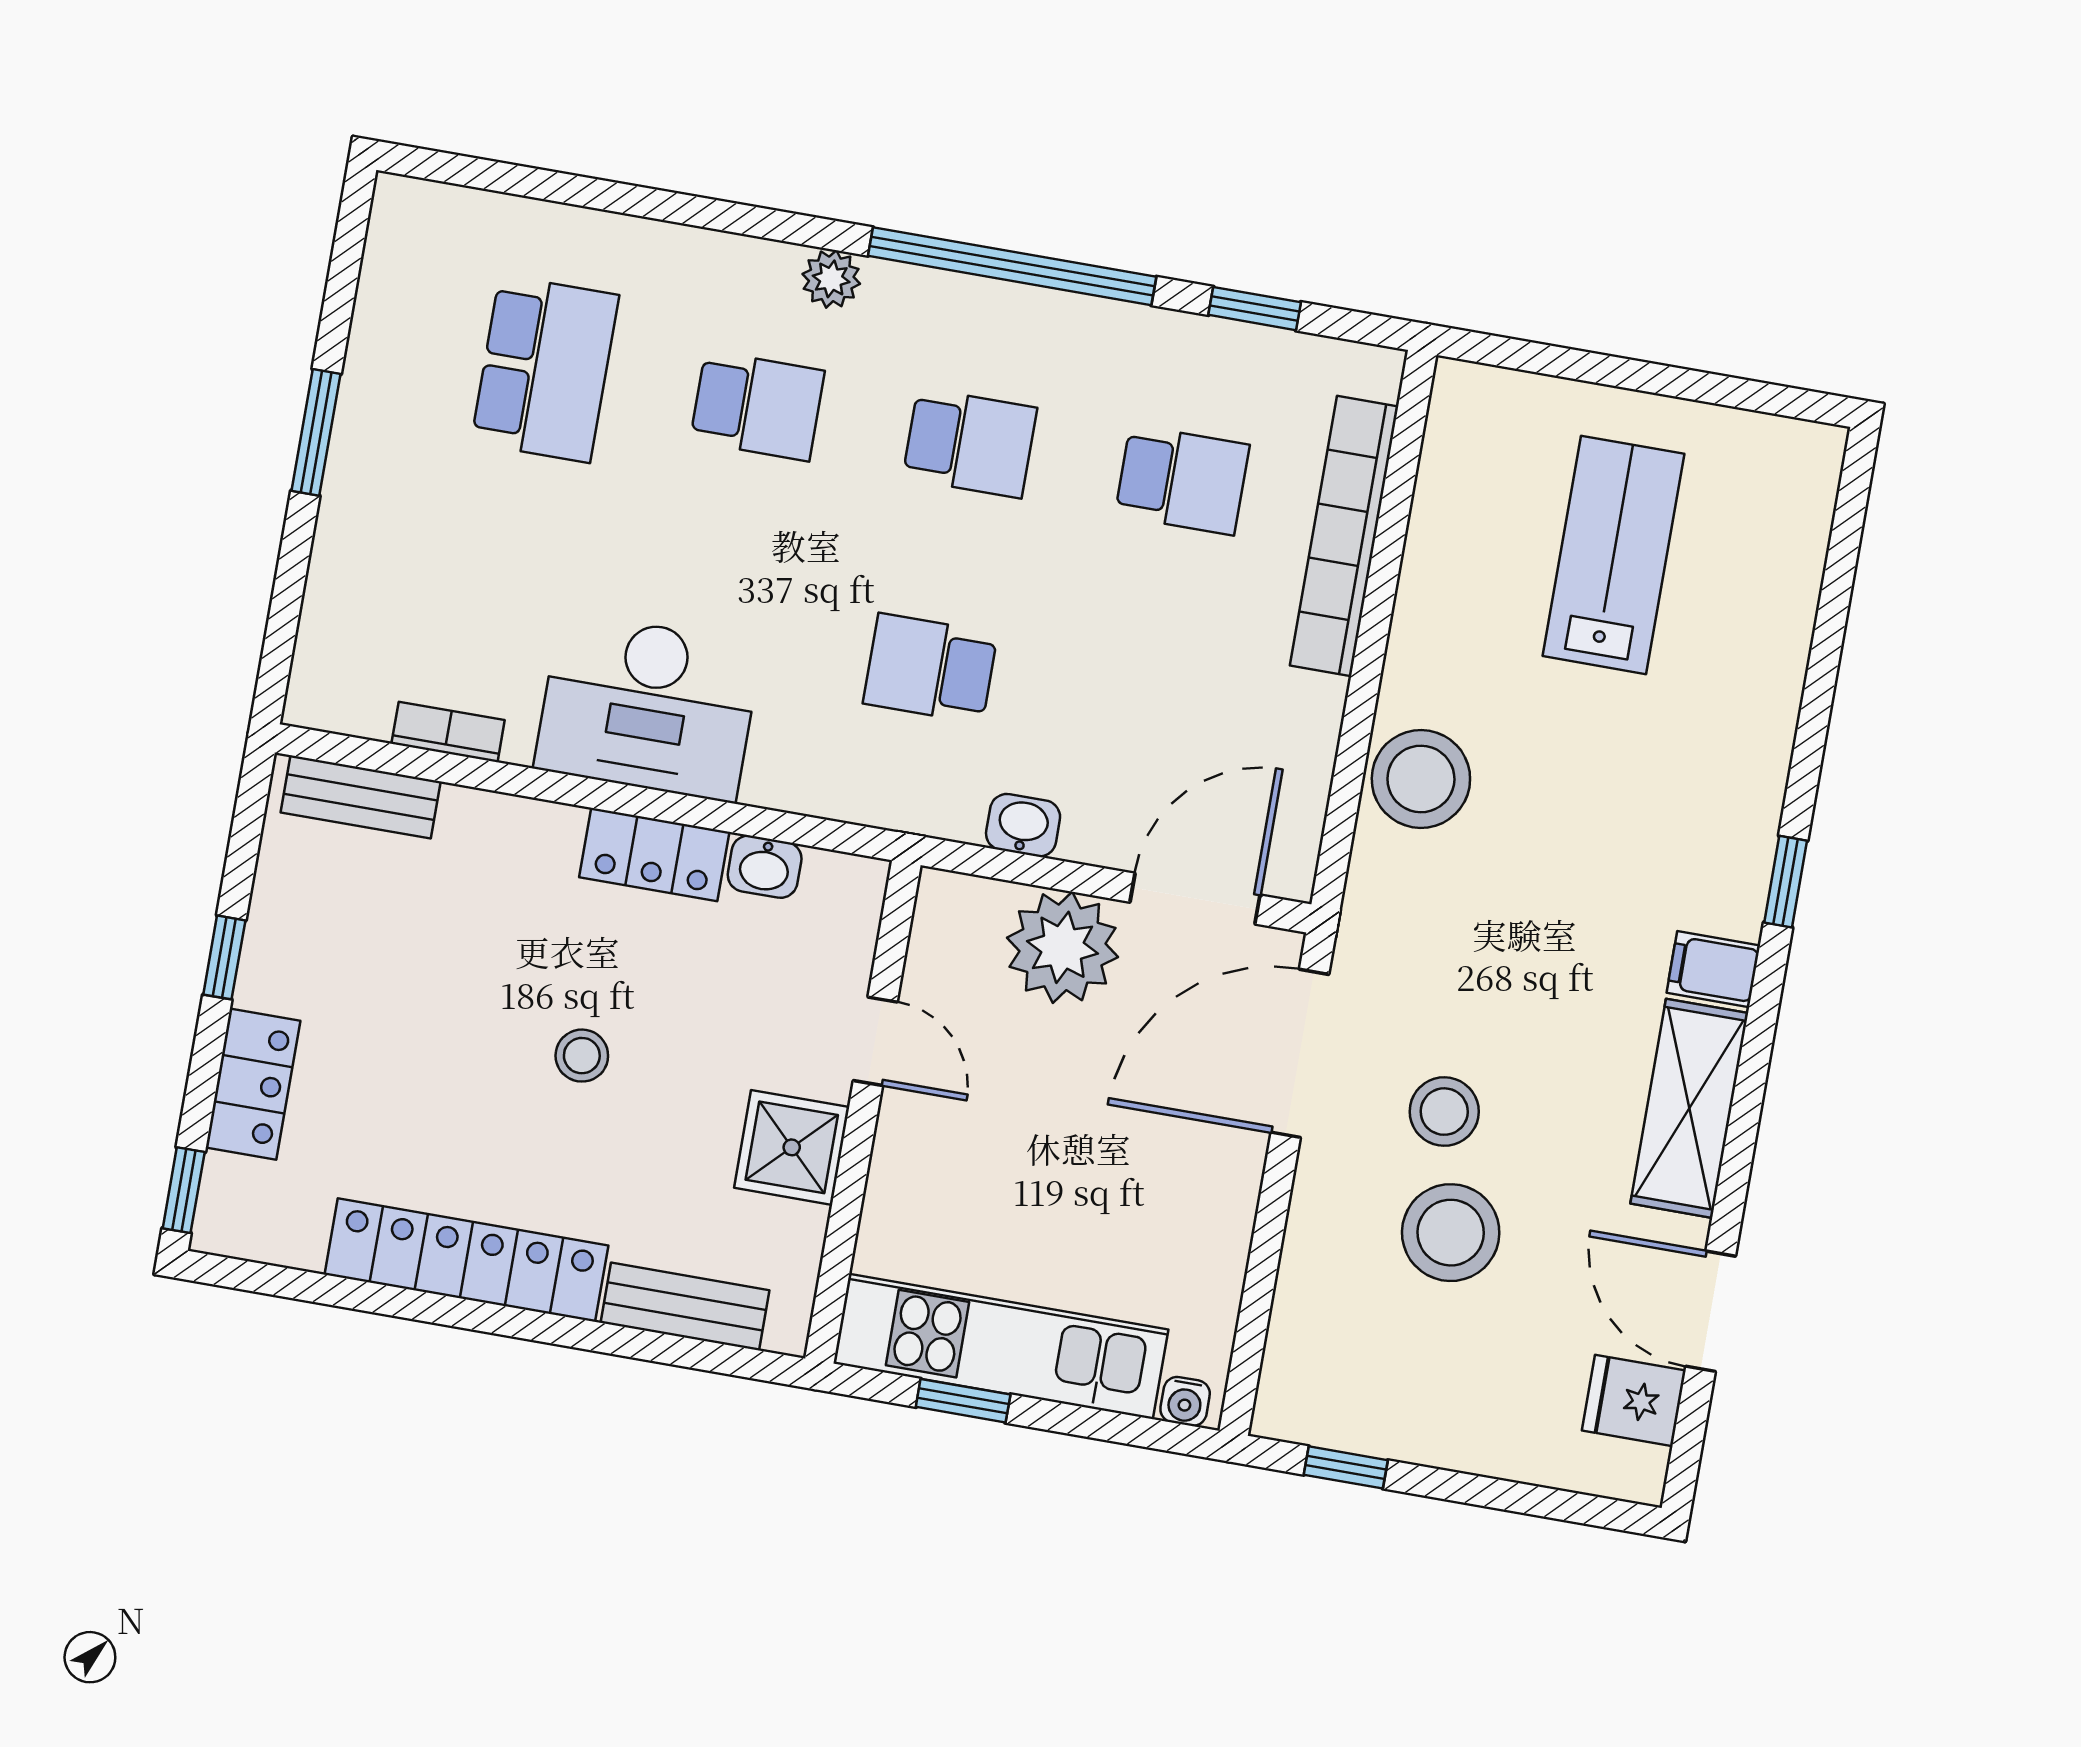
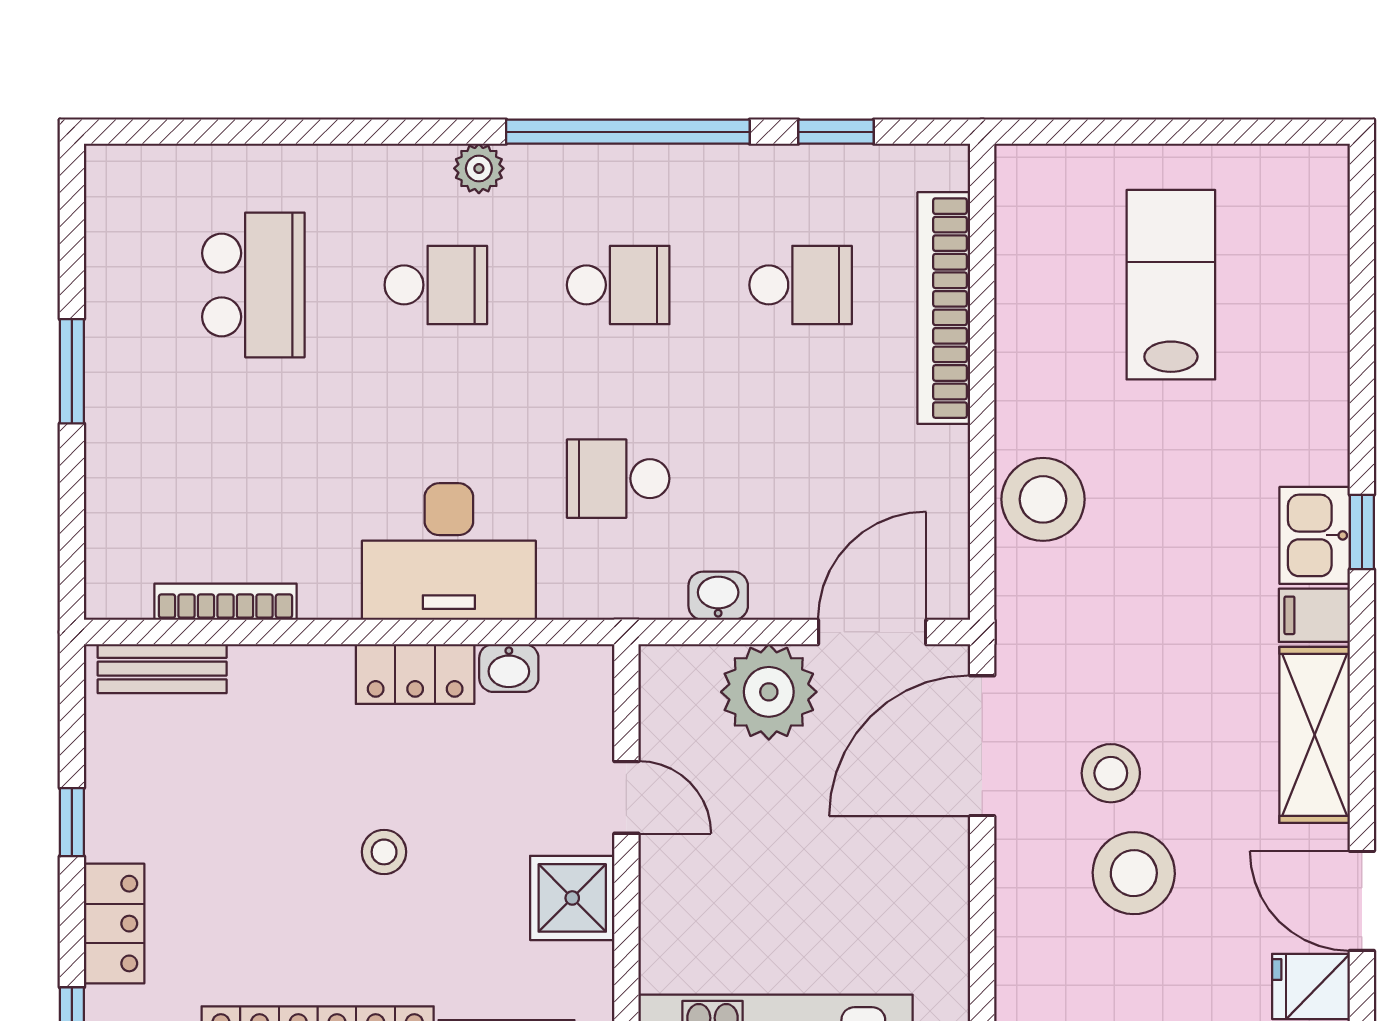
desk: (648, 707) -> (449, 552), moved
bookcase: (448, 732) -> (225, 602), width x1.56
kitchen sink: (1730, 876) -> (1315, 535), added

